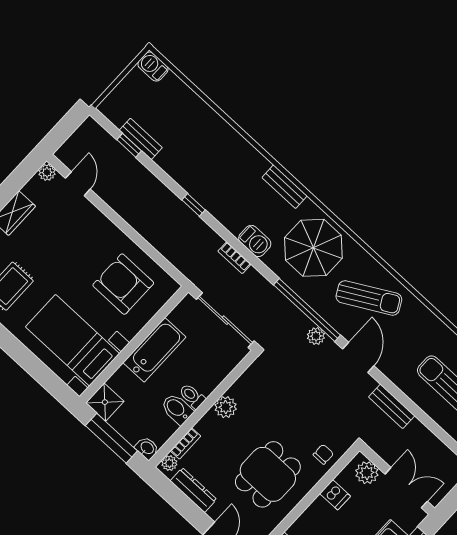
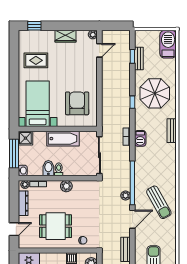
barbecue: (153, 67) -> (168, 44), width x1.88, depth x1.53
parasol: (313, 248) -> (155, 93), moved

